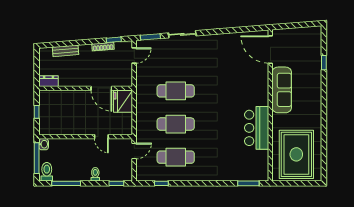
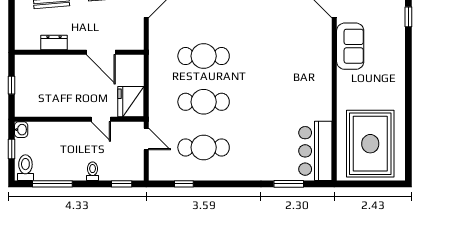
dresser: (49, 81) -> (54, 42), moved
sofa: (282, 90) -> (350, 46), width x0.73
fridge: (123, 101) -> (131, 102), moved
bar counter: (257, 128) -> (315, 151), moved
door: (134, 151) -> (146, 139), hinge flipped
window: (37, 158) -> (12, 149), width x0.46
window: (248, 183) -> (289, 184), moved

